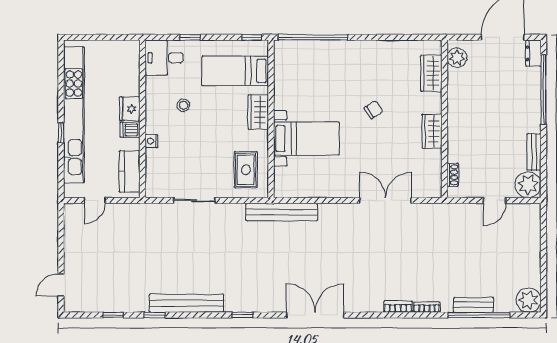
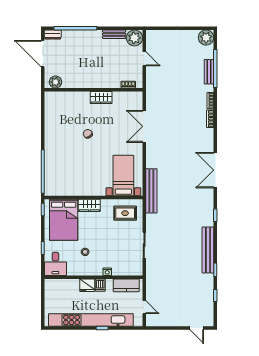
bed: (235, 71) -> (64, 220), width x1.50
wardrobe: (431, 73) -> (65, 98), removed
bed with nightstands: (306, 139) -> (123, 176), moved

